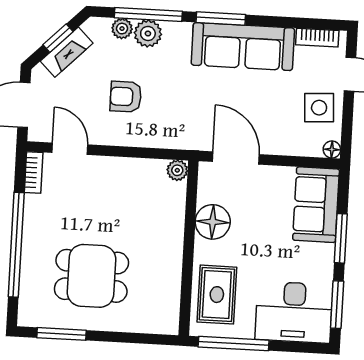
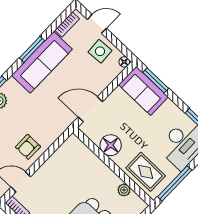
window: (221, 19) -> (32, 49), moved
armchair: (126, 97) -> (28, 147), moved
plant: (177, 170) -> (124, 190), moved
window: (341, 238) -> (156, 80), moved

